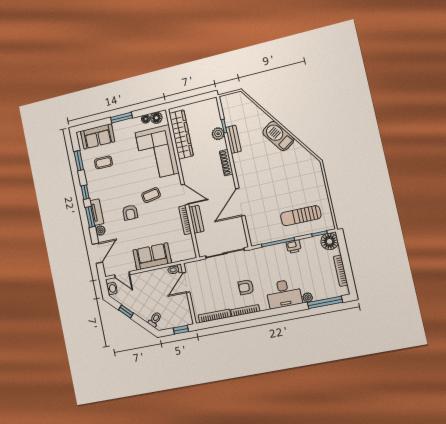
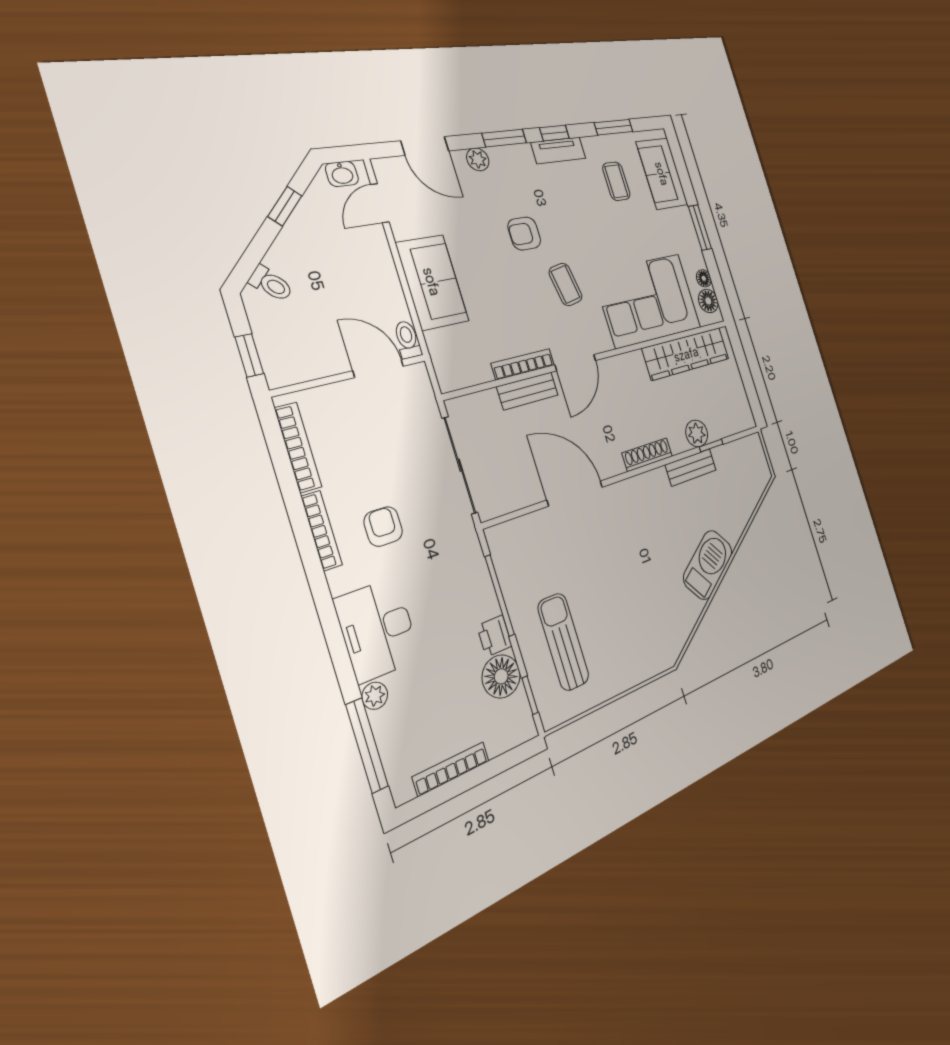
tv unit: (97, 212) -> (558, 150), moved
floor lamp: (330, 241) -> (501, 676), moved

